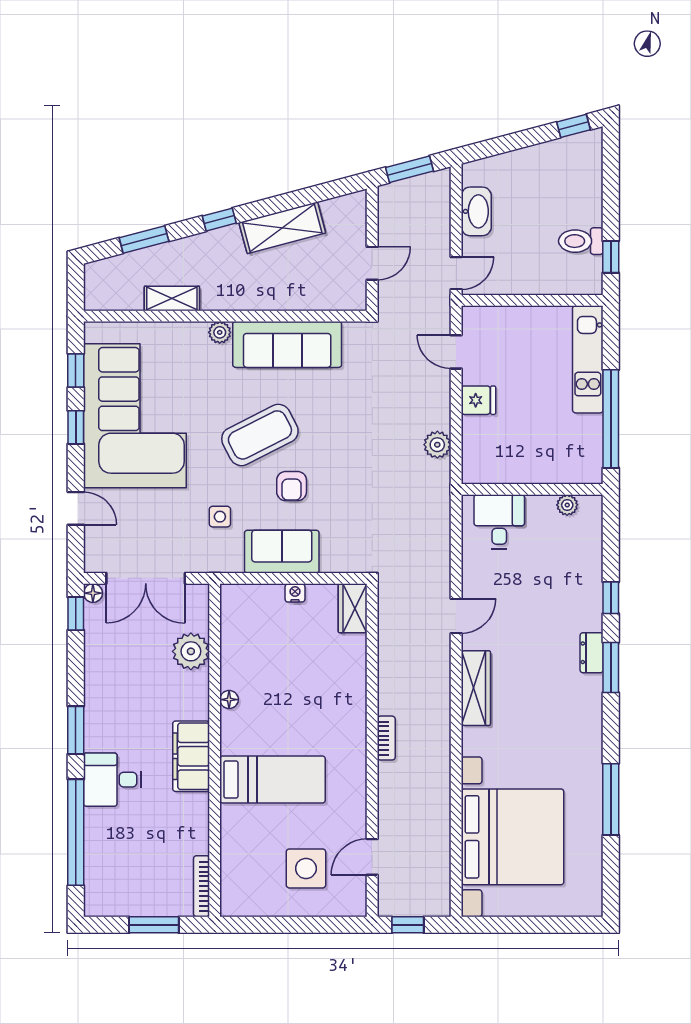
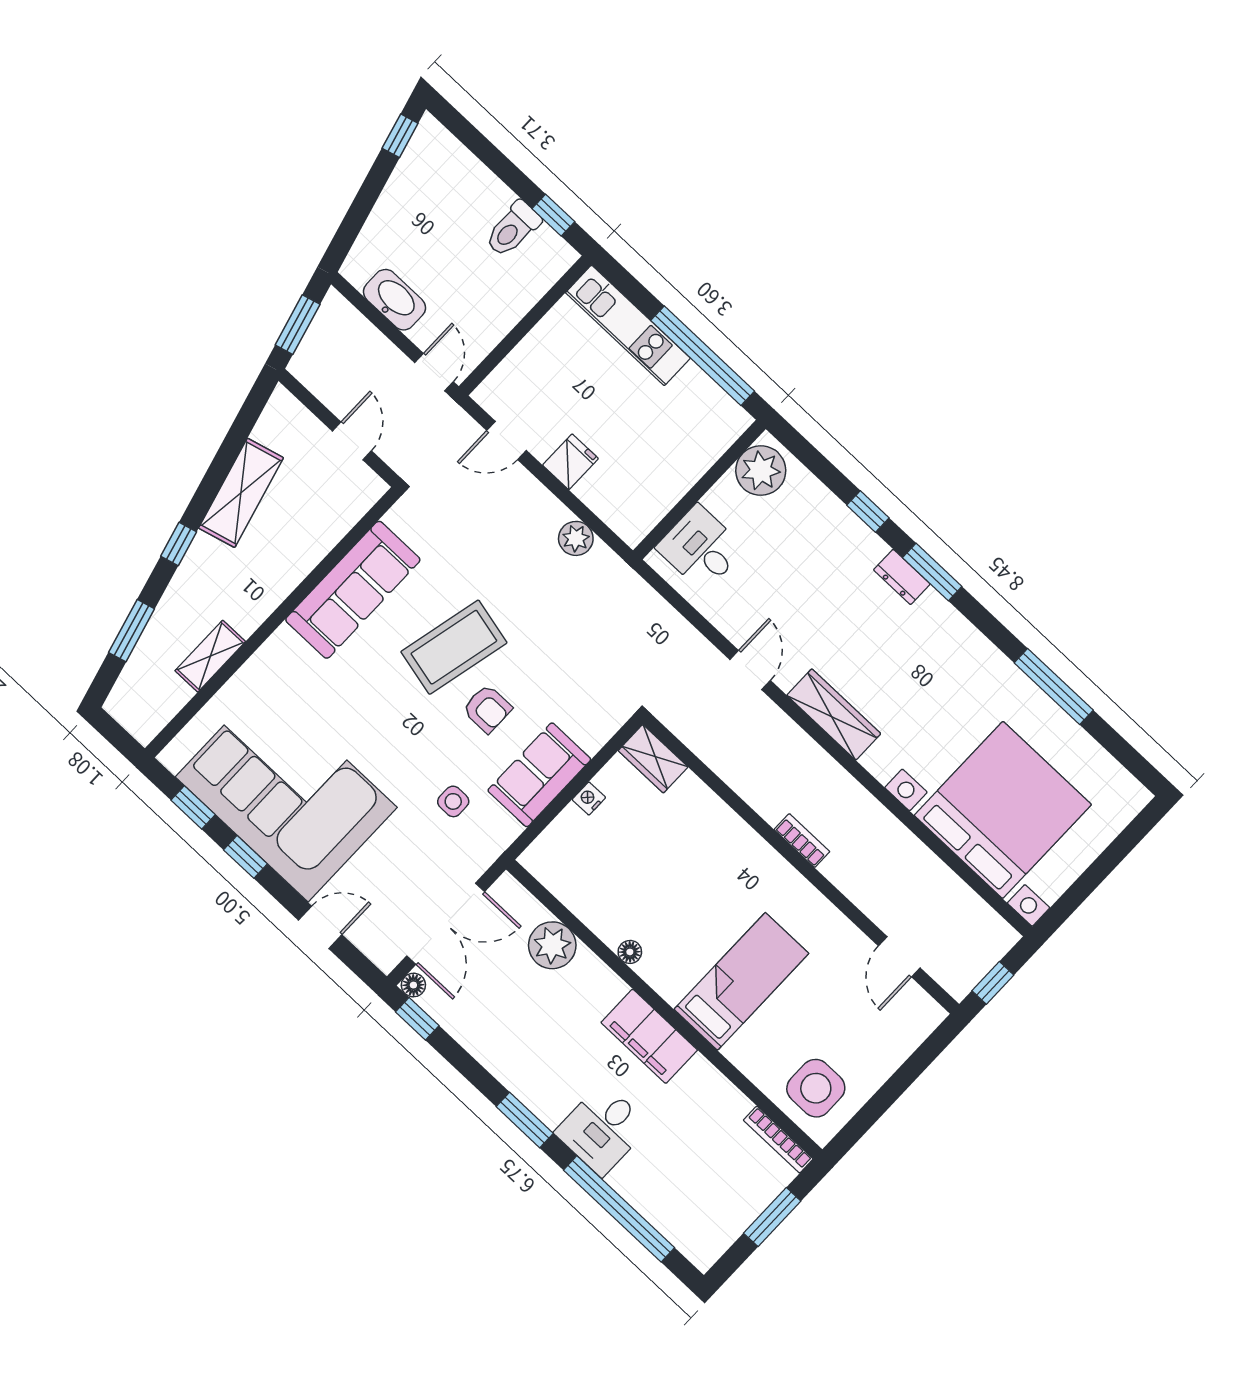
plant: (220, 332) -> (283, 641), removed
coffee table: (260, 435) -> (454, 647), moved, turned 40
plant: (567, 505) -> (761, 471), width x1.87, depth x1.87
side table: (306, 868) -> (816, 1088), moved

